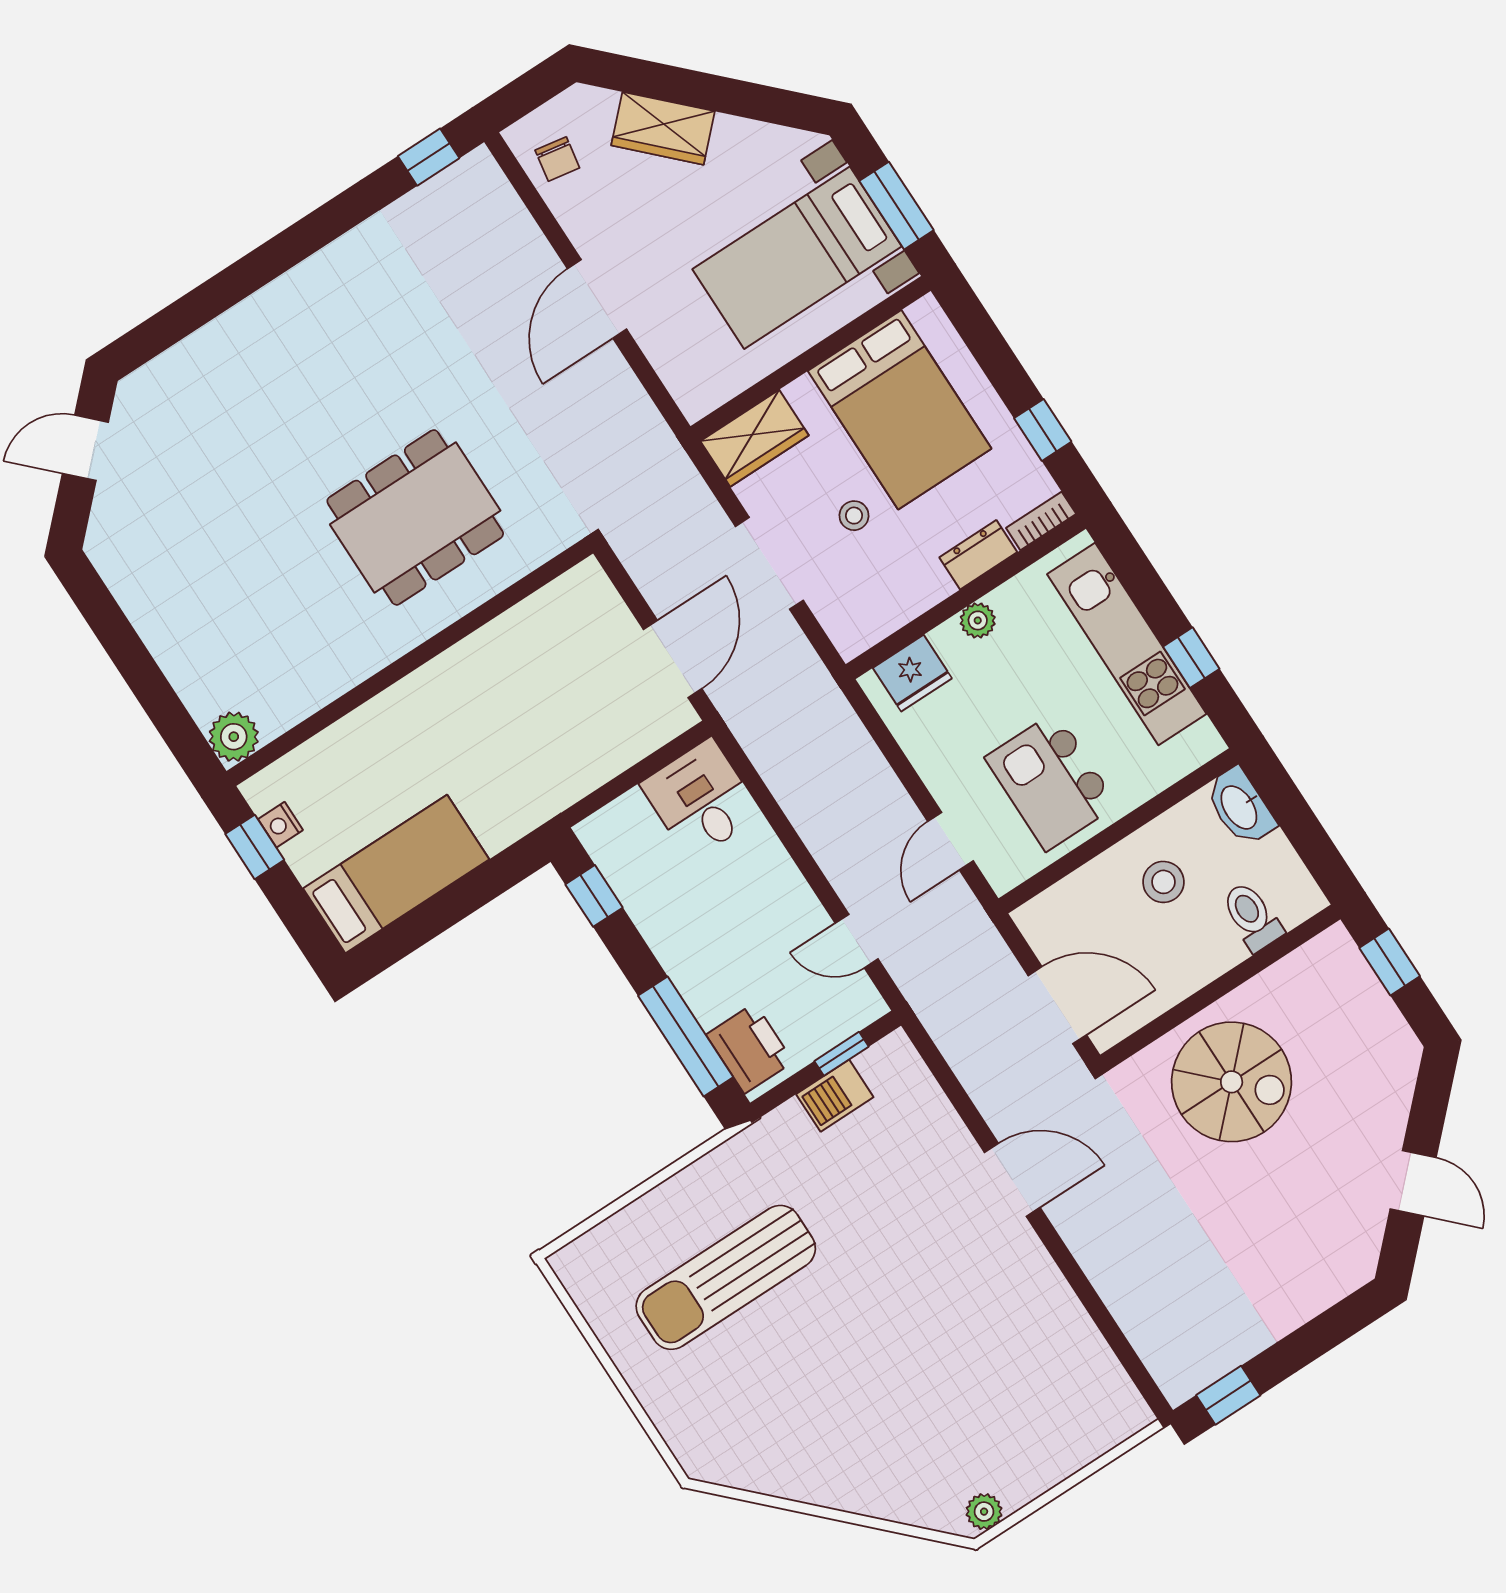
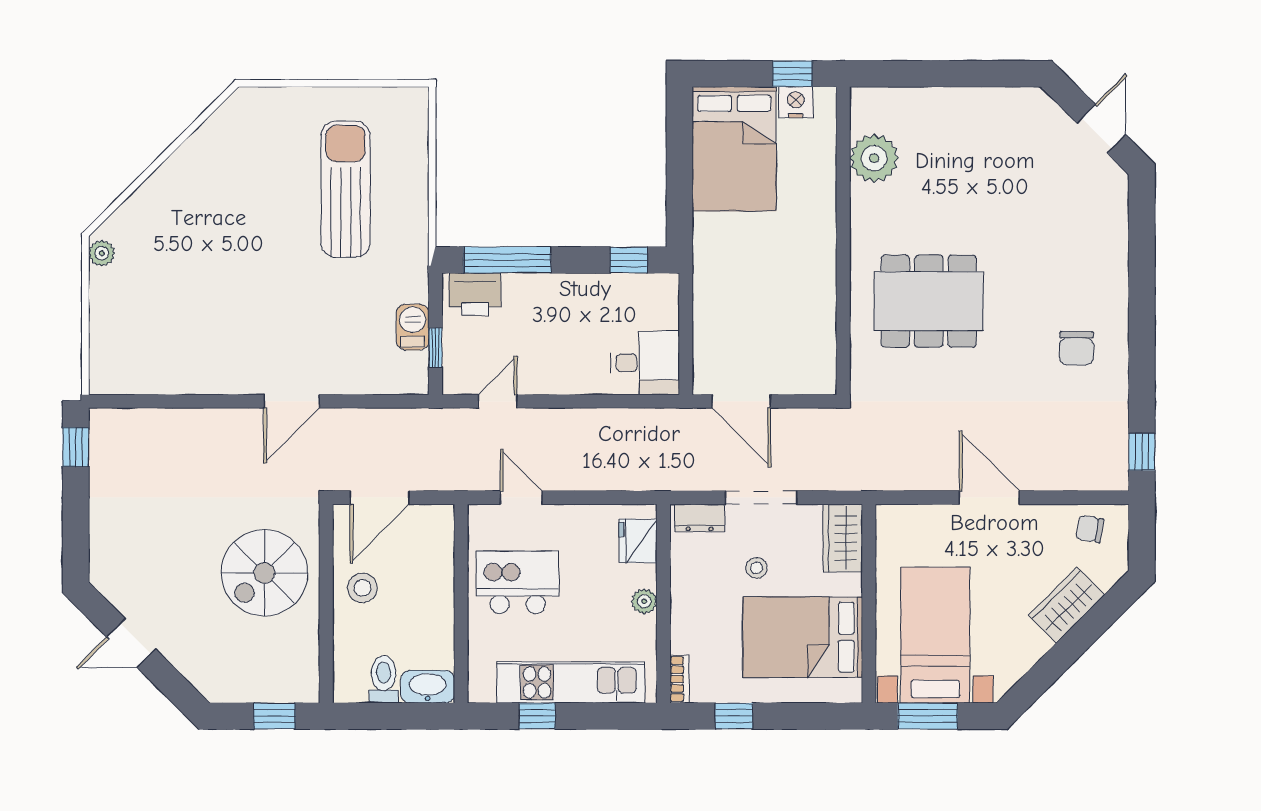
chair: (358, 311) -> (1077, 348), added
dining table: (415, 517) -> (929, 301), turned 90
dresser: (978, 555) -> (700, 518), moved, turned 90
plant: (234, 737) -> (874, 158), moved, width x1.36, depth x1.36
nightstand: (280, 825) -> (796, 102), width x1.39, depth x1.35
bed: (396, 874) -> (734, 149), width x1.50
stool: (1163, 882) -> (362, 588), moved
toilet: (1252, 917) -> (384, 679), moved, turned -90

